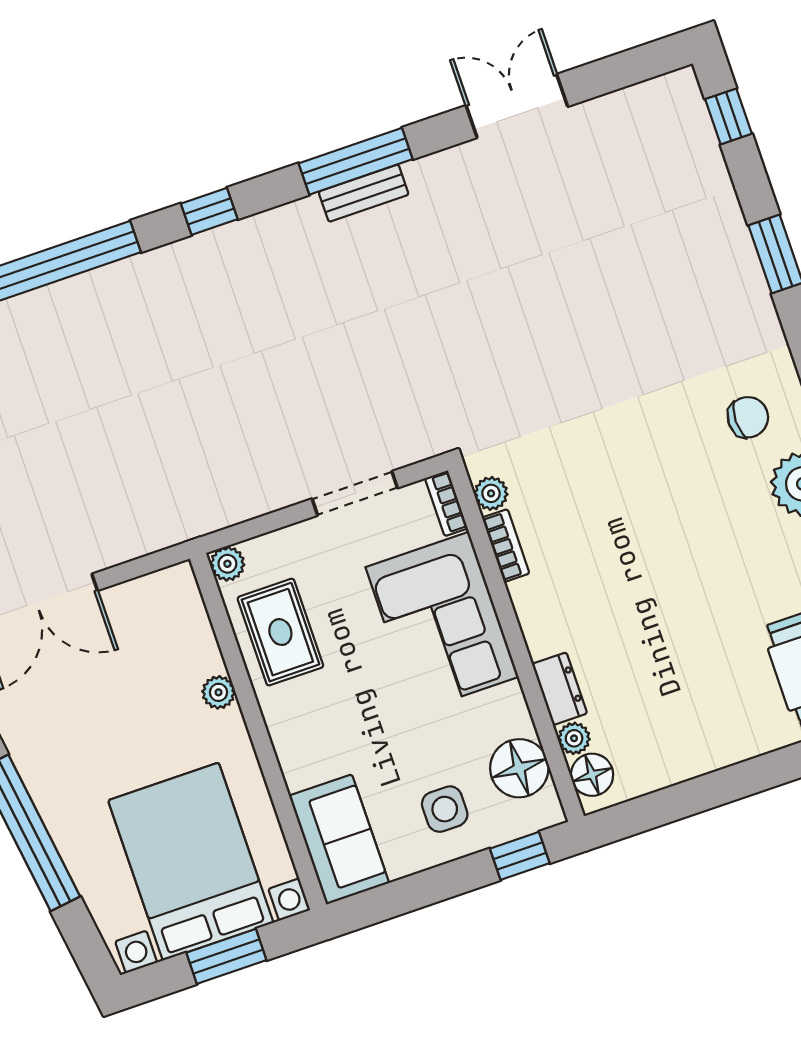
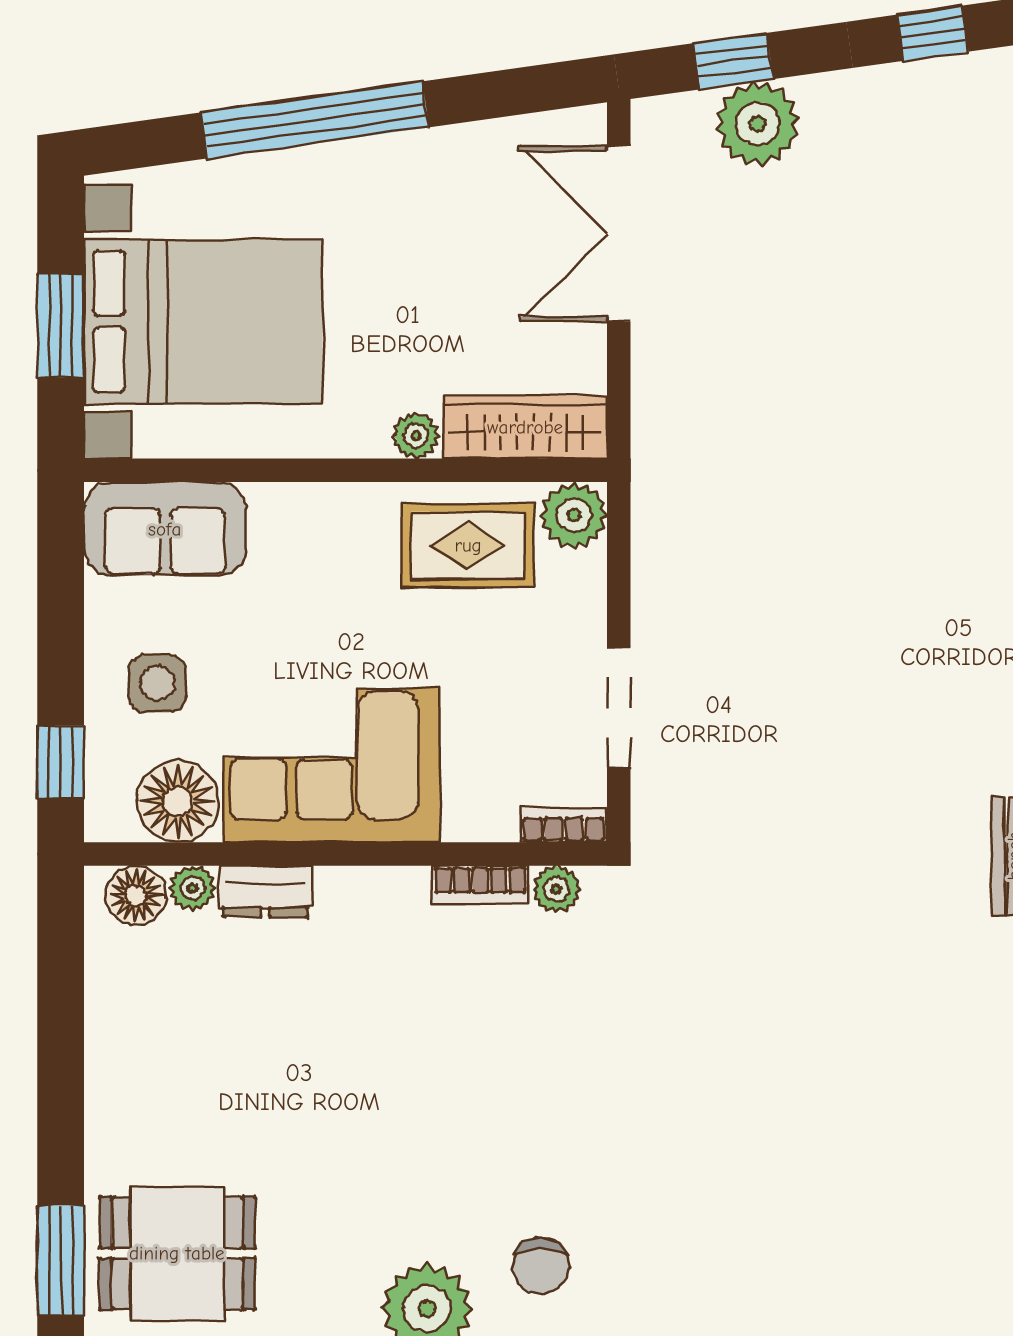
plant: (227, 564) -> (574, 515), width x1.38, depth x1.38
wardrobe: (188, 621) -> (525, 427), added
corner sofa: (442, 622) -> (331, 765), moved

